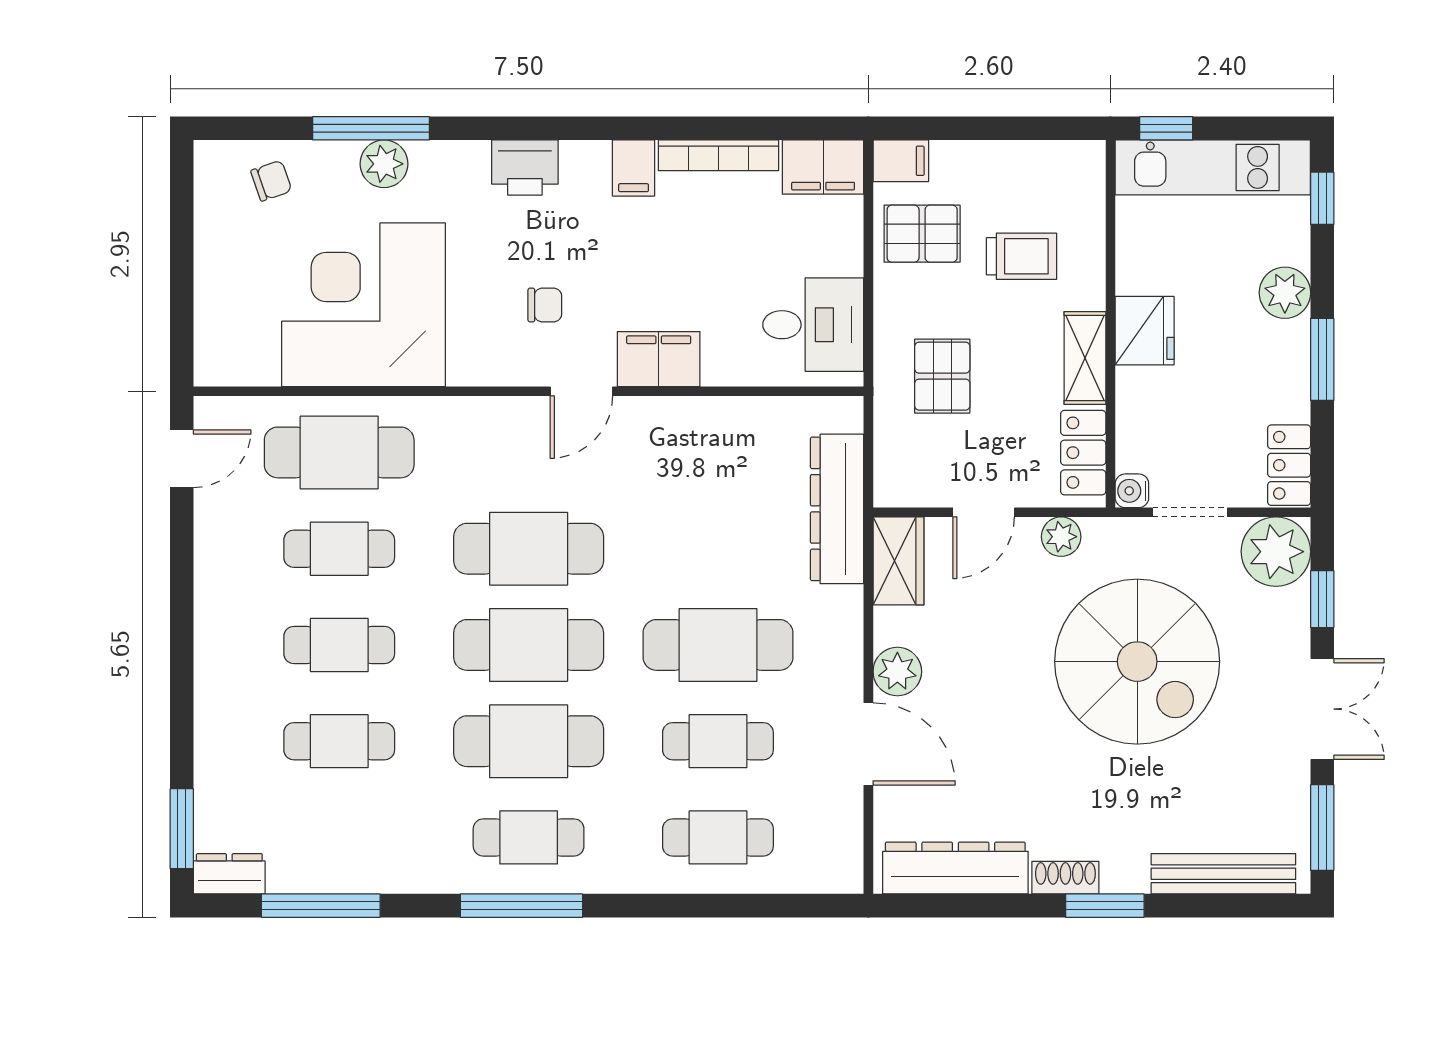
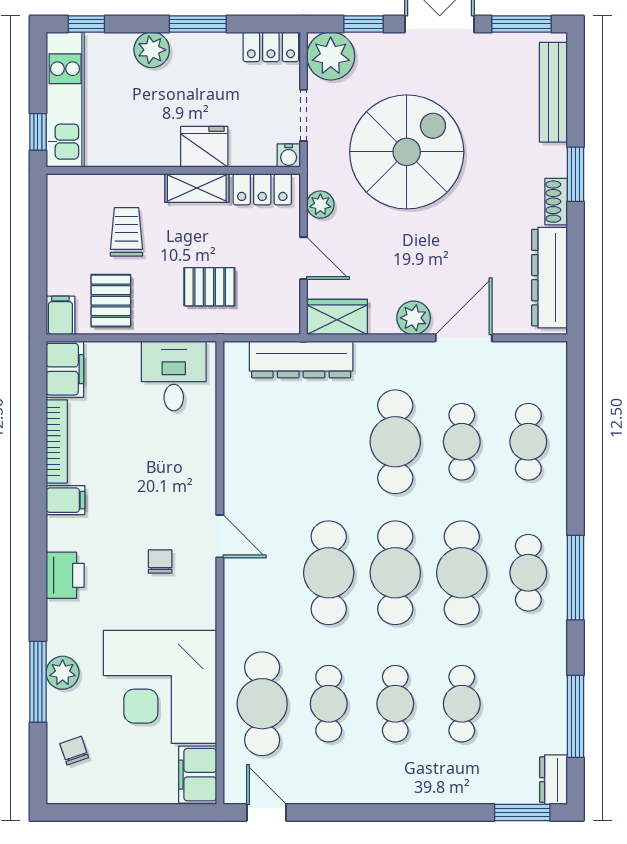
fridge: (1145, 331) -> (204, 147), moved
filing cabinet: (659, 359) -> (198, 775), moved

